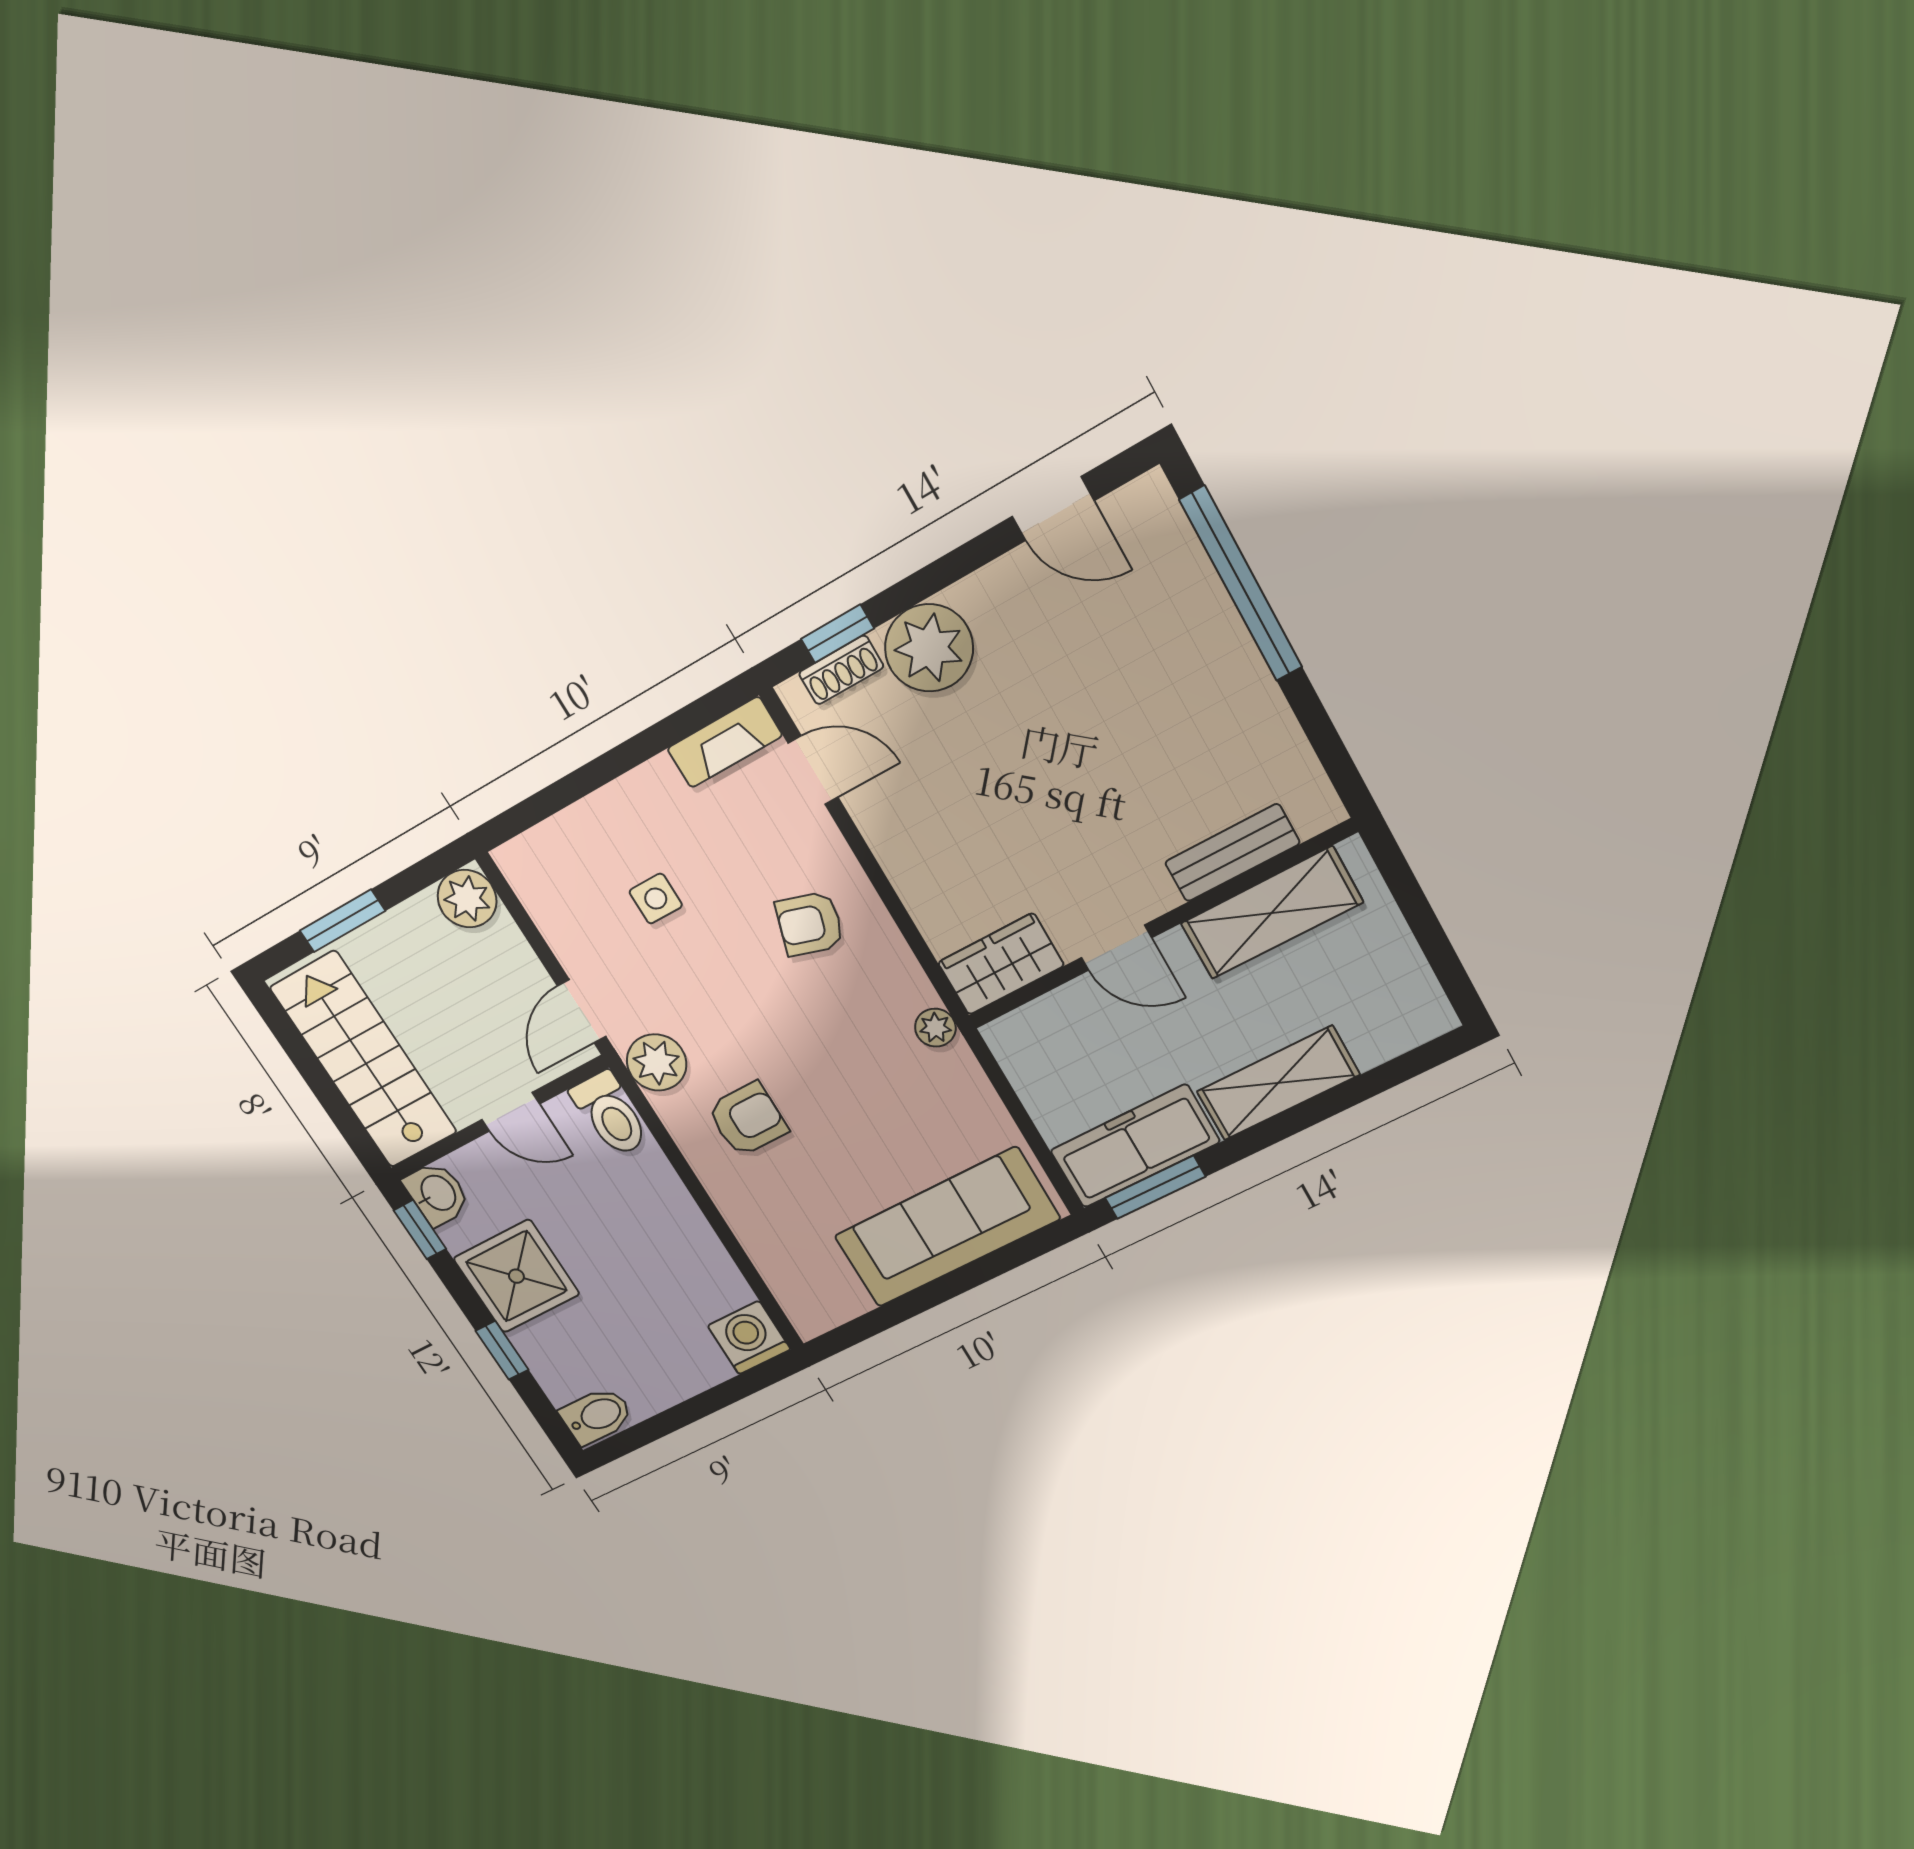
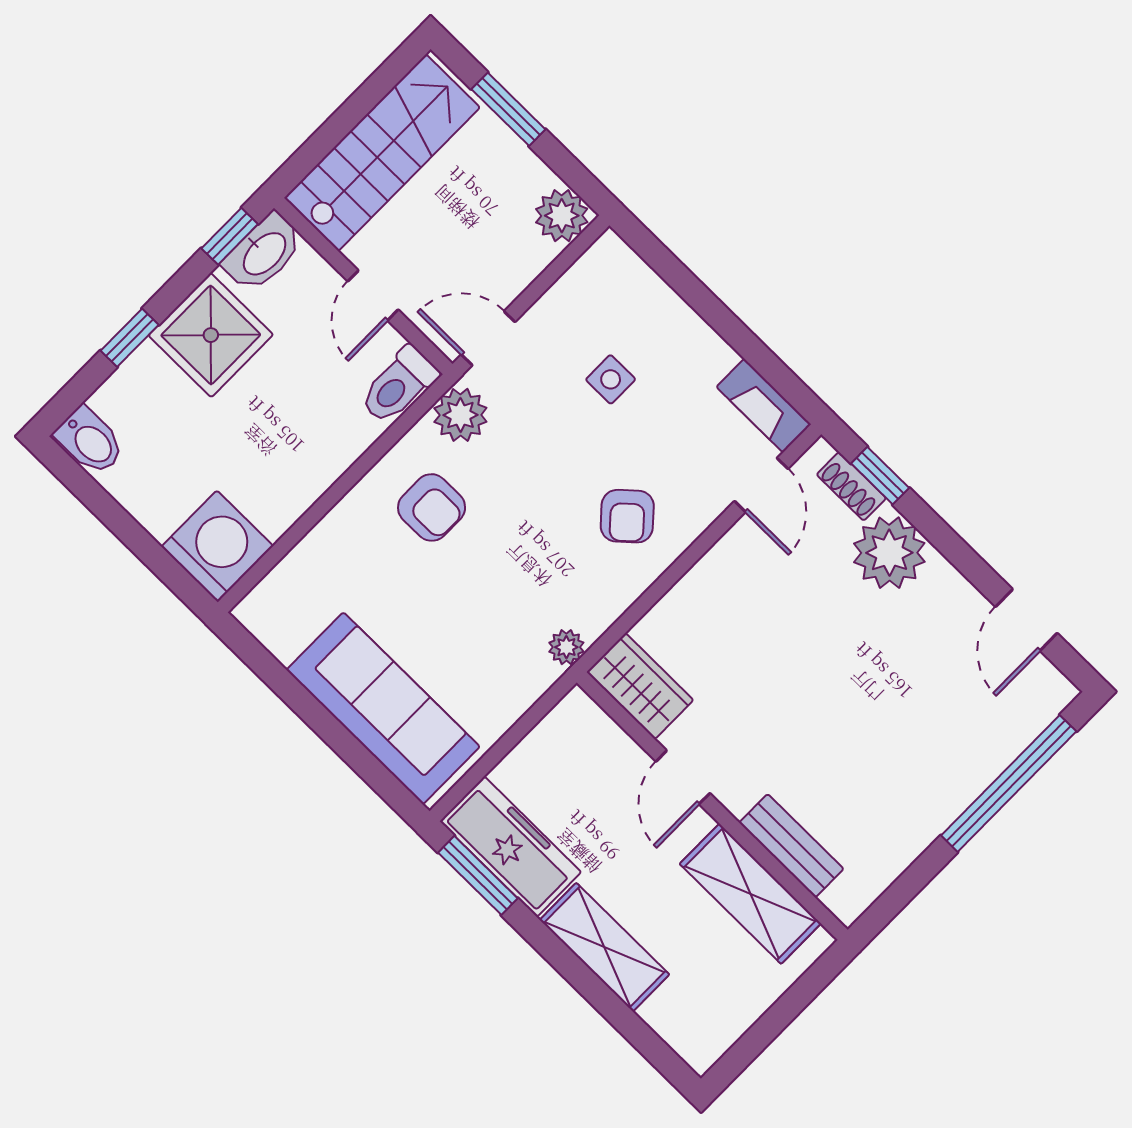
armchair: (810, 924) -> (627, 516), turned -149
washbasin: (437, 1193) -> (264, 253), width x1.38
washing machine: (749, 1338) -> (217, 546), width x1.37, depth x1.37

